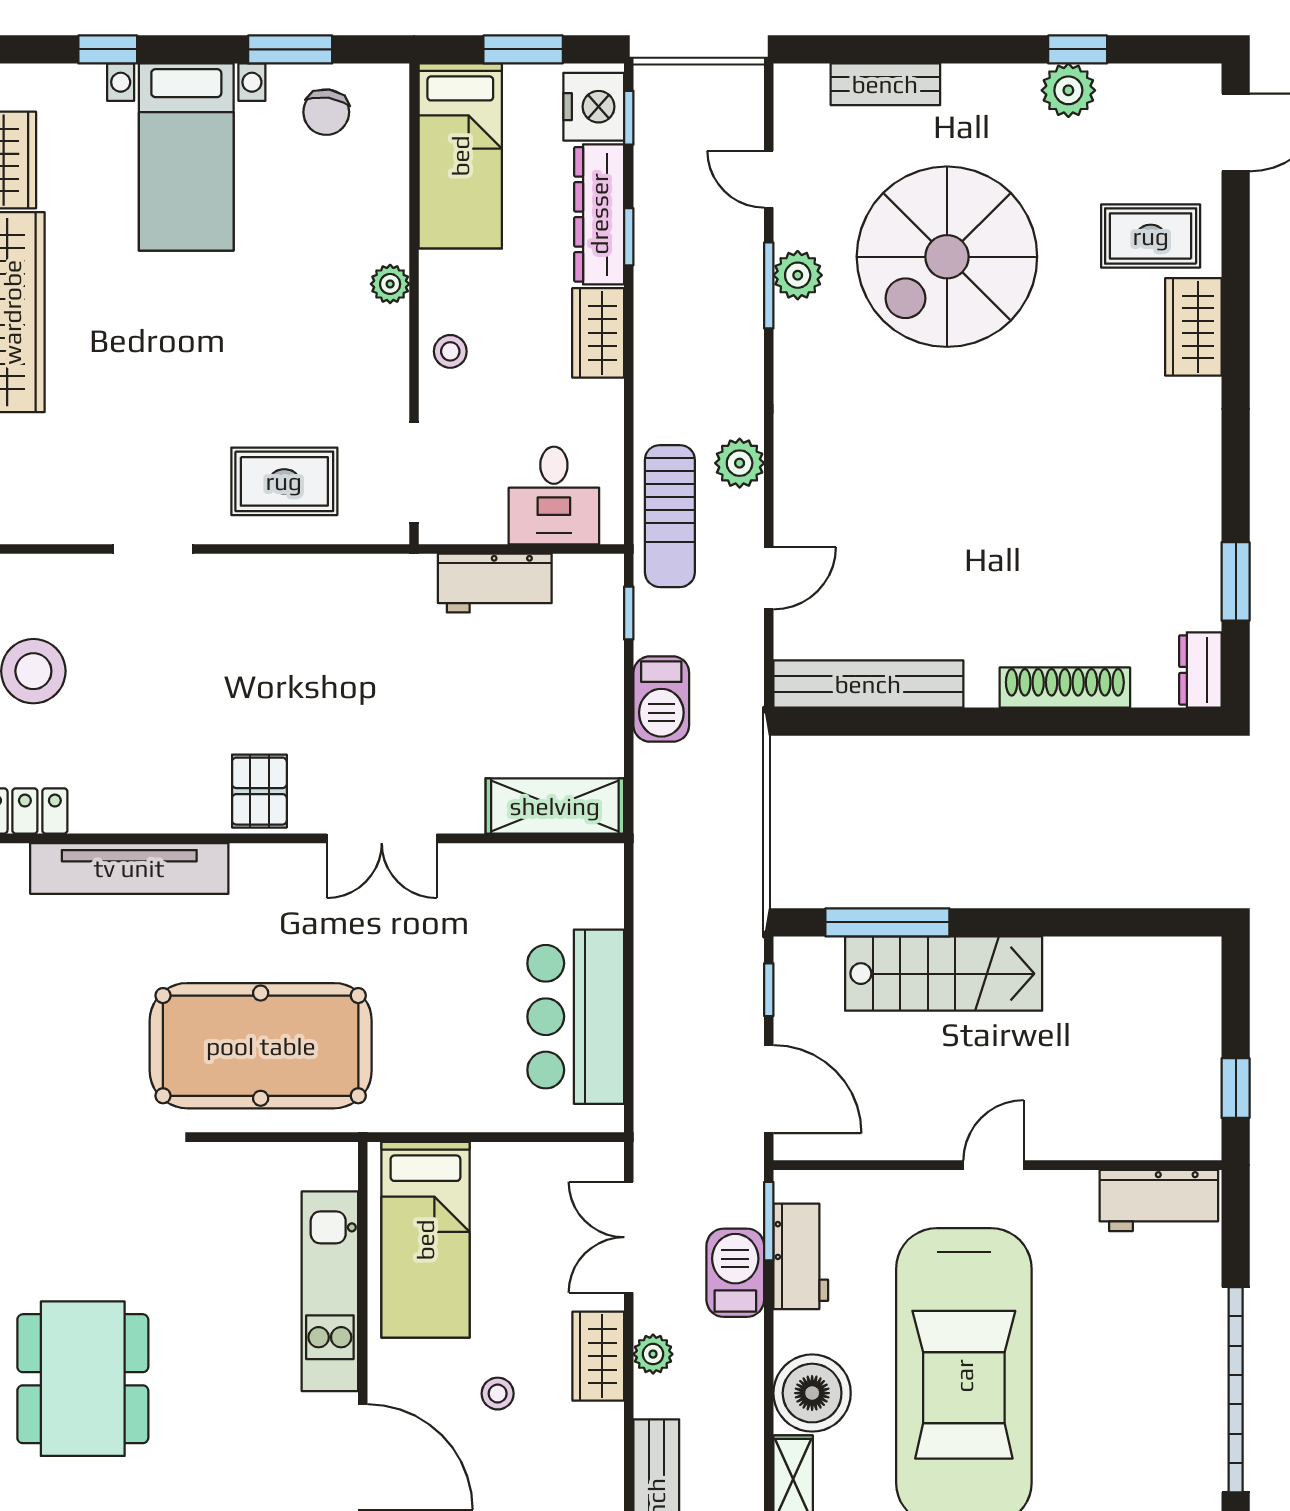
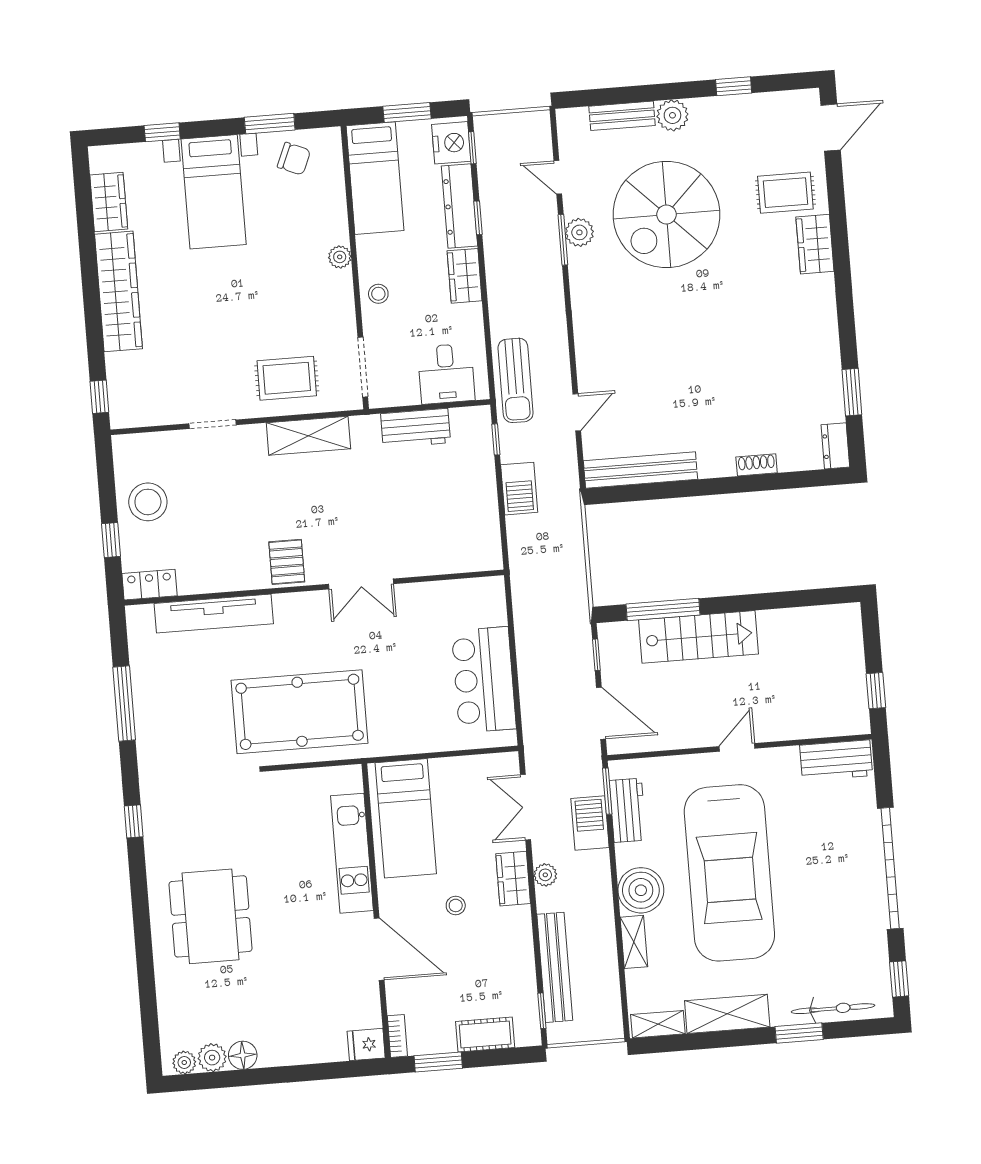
plant: (1068, 90) -> (672, 115), moved
chair: (326, 112) -> (294, 159), turned -75
plant: (740, 463) -> (554, 346), removed
shoe rack: (1065, 688) -> (757, 465), width x0.51, depth x0.81
shelving: (555, 806) -> (308, 436), moved

